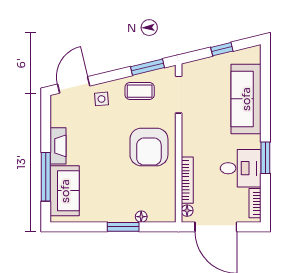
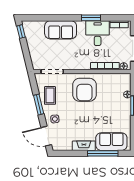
window: (222, 49) -> (21, 32), moved
window: (148, 67) -> (39, 105), moved
sofa: (246, 99) -> (61, 30), width x0.73
armchair: (149, 147) -> (84, 90), turned 90

